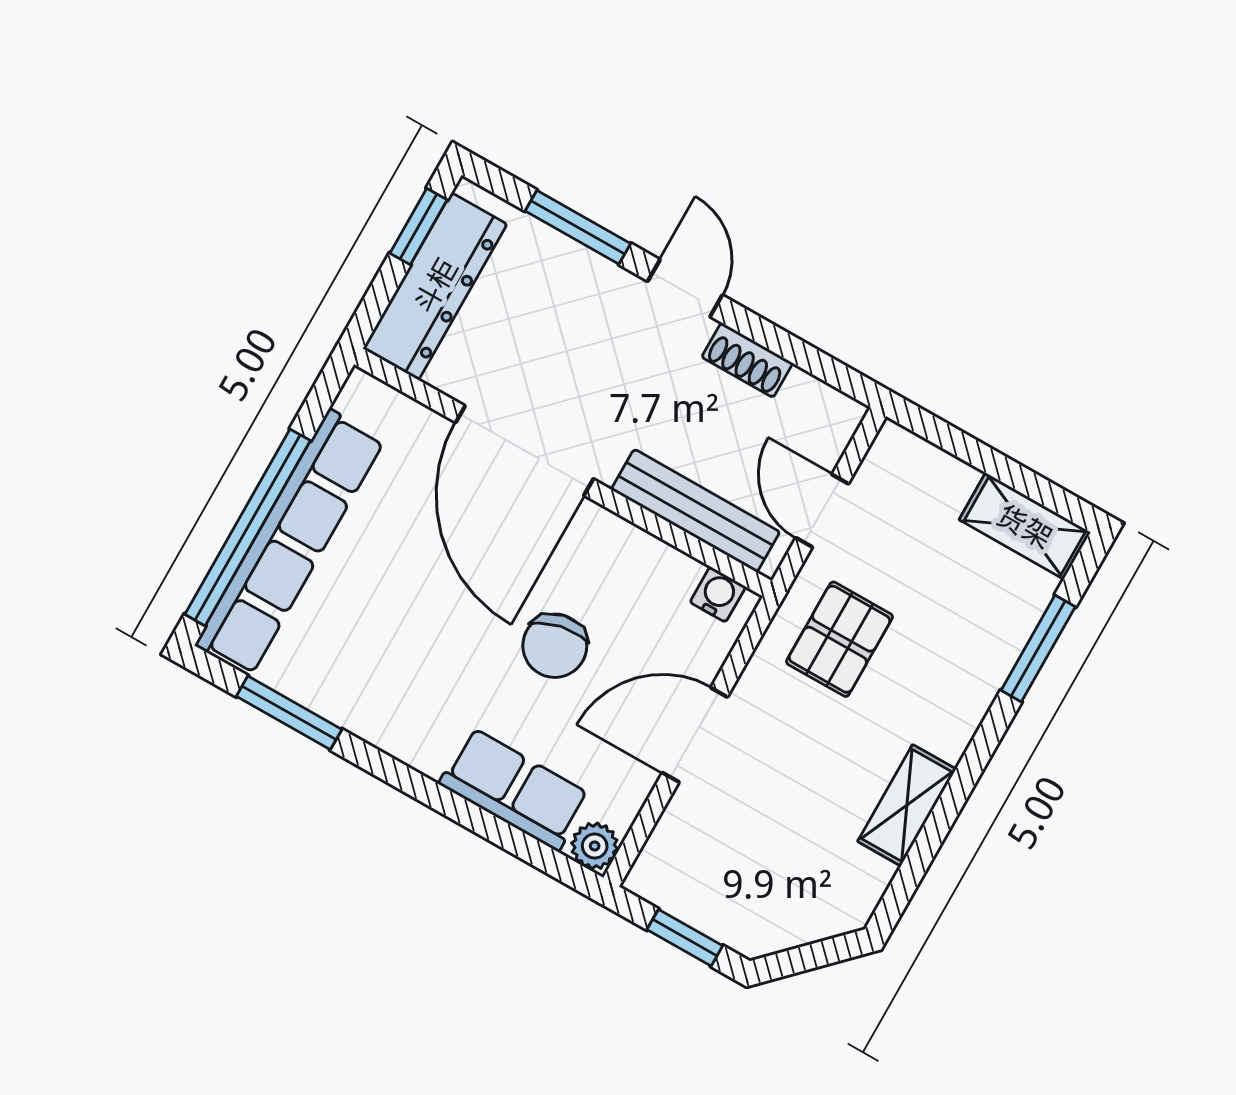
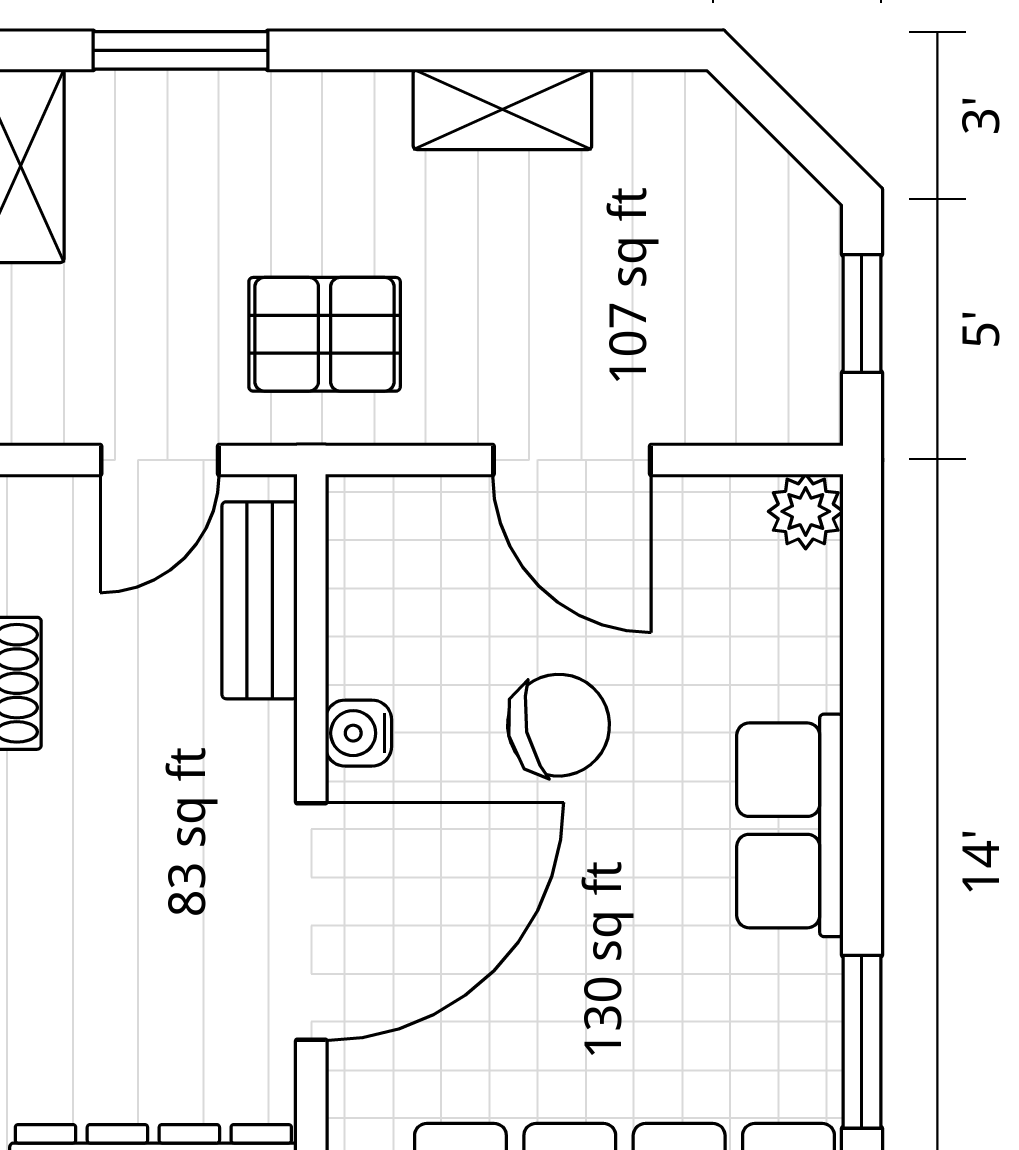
bench: (696, 511) -> (260, 600), width x0.73
water cooler: (718, 594) -> (358, 733), moved
row of seats: (515, 789) -> (790, 825), moved

